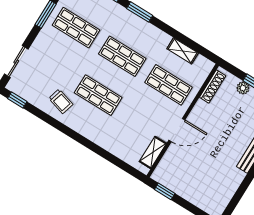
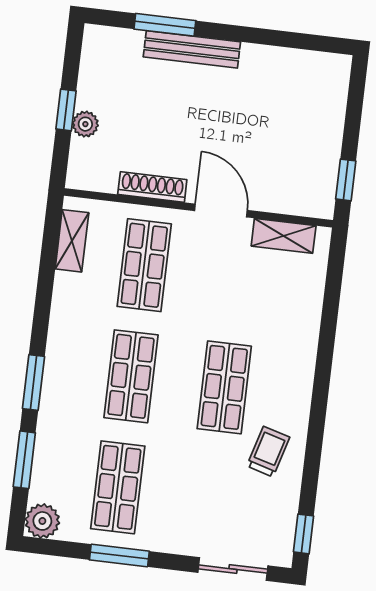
shelving: (183, 51) -> (72, 241), moved
shoe rack: (213, 86) -> (152, 187), moved

